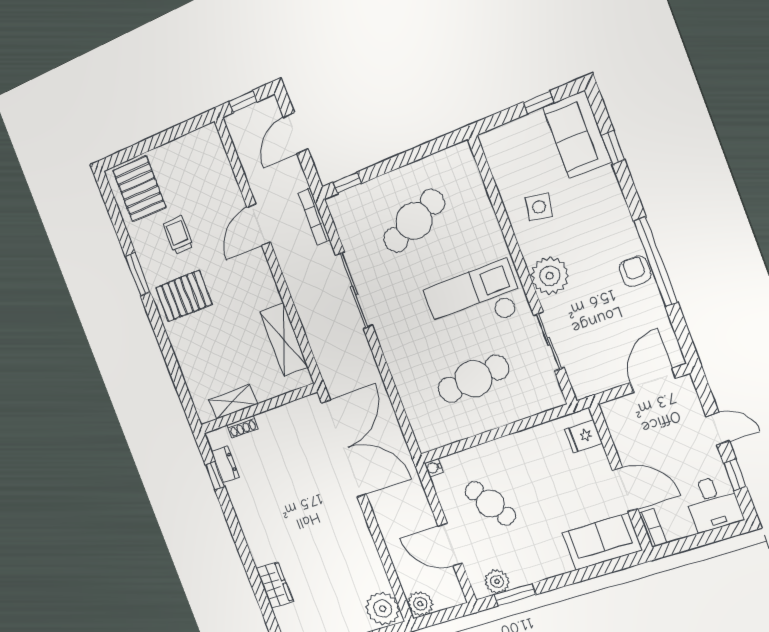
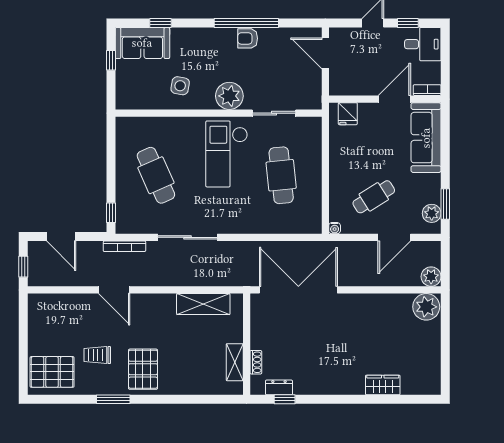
sofa: (602, 542) -> (426, 138), width x1.36

